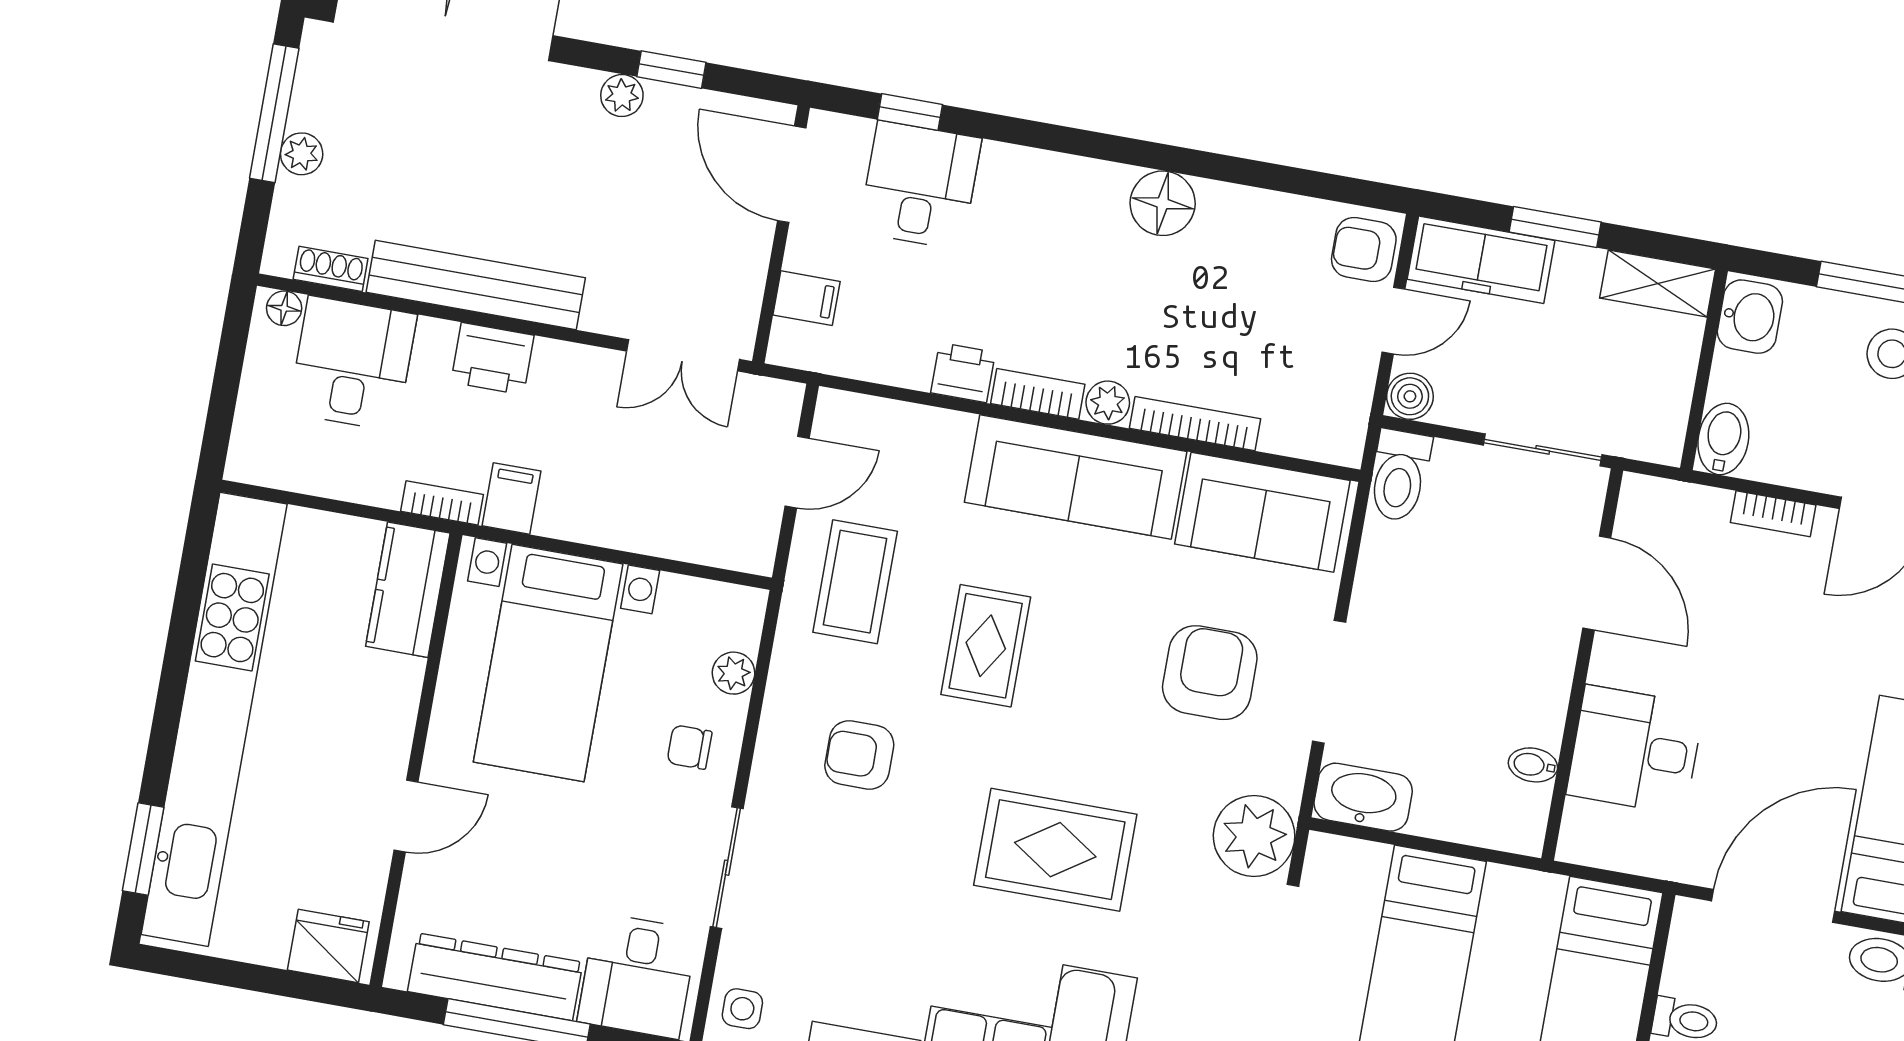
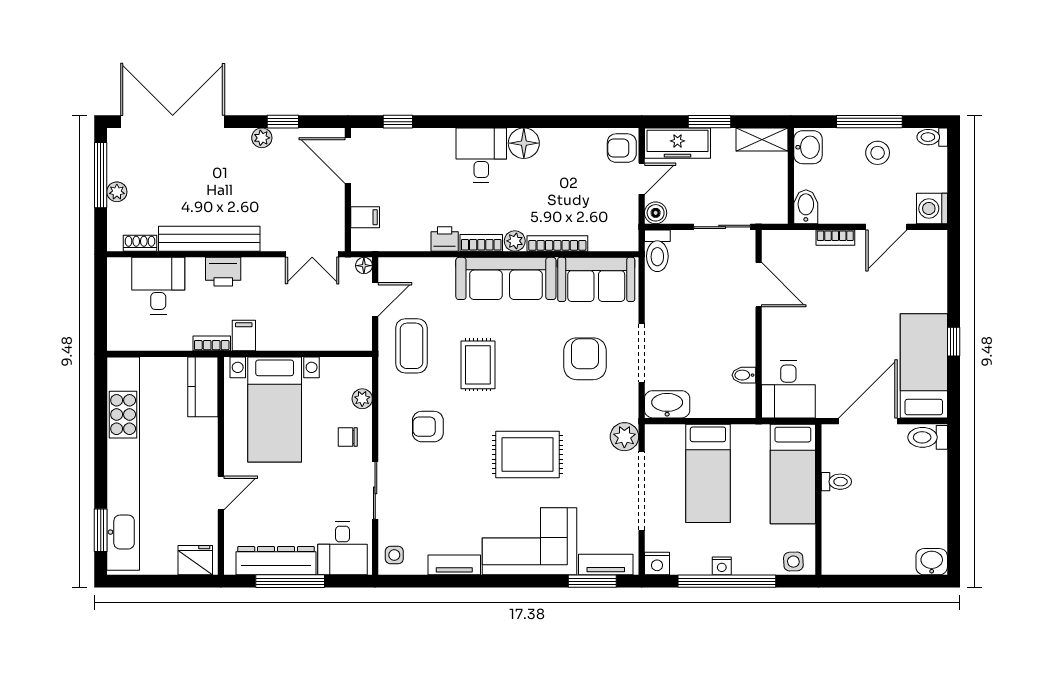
desk: (920, 185) -> (481, 155), moved
floor lamp: (284, 308) -> (364, 266), moved
desk: (1635, 750) -> (788, 389), moved, turned -90
plant: (1254, 836) -> (624, 437), width x0.73, depth x0.73

